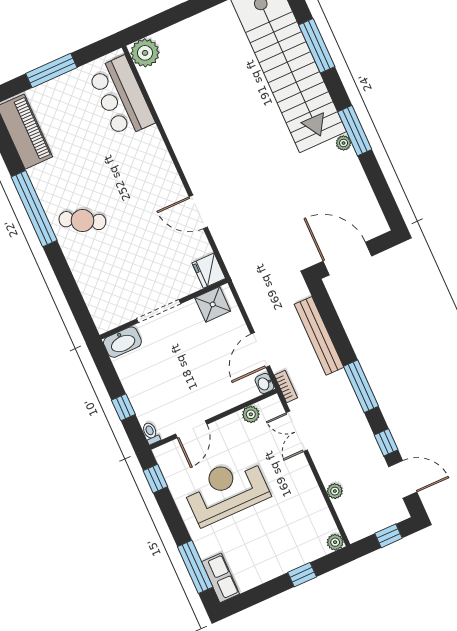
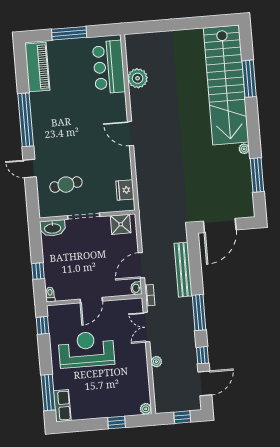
plant: (145, 53) -> (138, 78), moved
window: (355, 131) -> (257, 175), moved
door: (198, 212) -> (130, 134), moved
cafe table: (82, 221) -> (66, 185), moved, turned -37
door: (347, 259) -> (220, 225), swing flipped
fridge: (209, 271) -> (125, 190), moved
door: (63, 272) -> (30, 168), added
plant: (251, 414) -> (120, 305), removed
door: (191, 429) -> (91, 300), moved
door: (403, 479) -> (205, 383), hinge flipped
plant: (335, 491) -> (156, 362), moved

